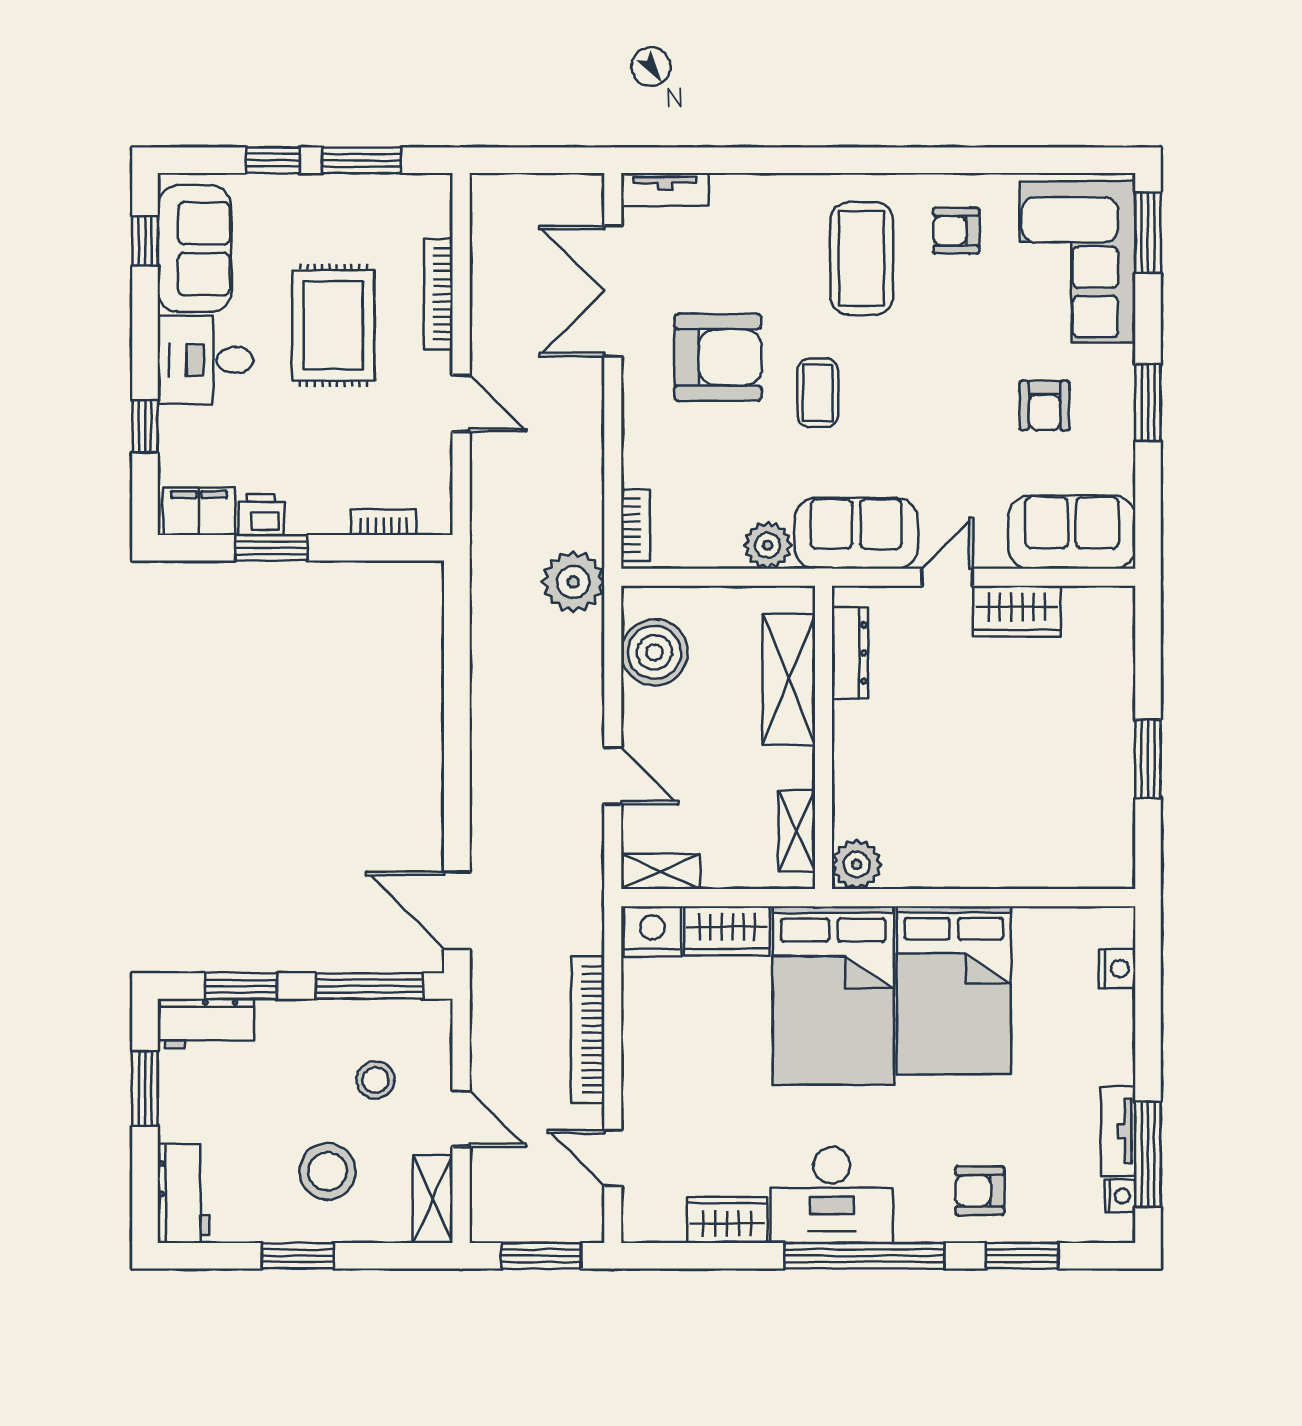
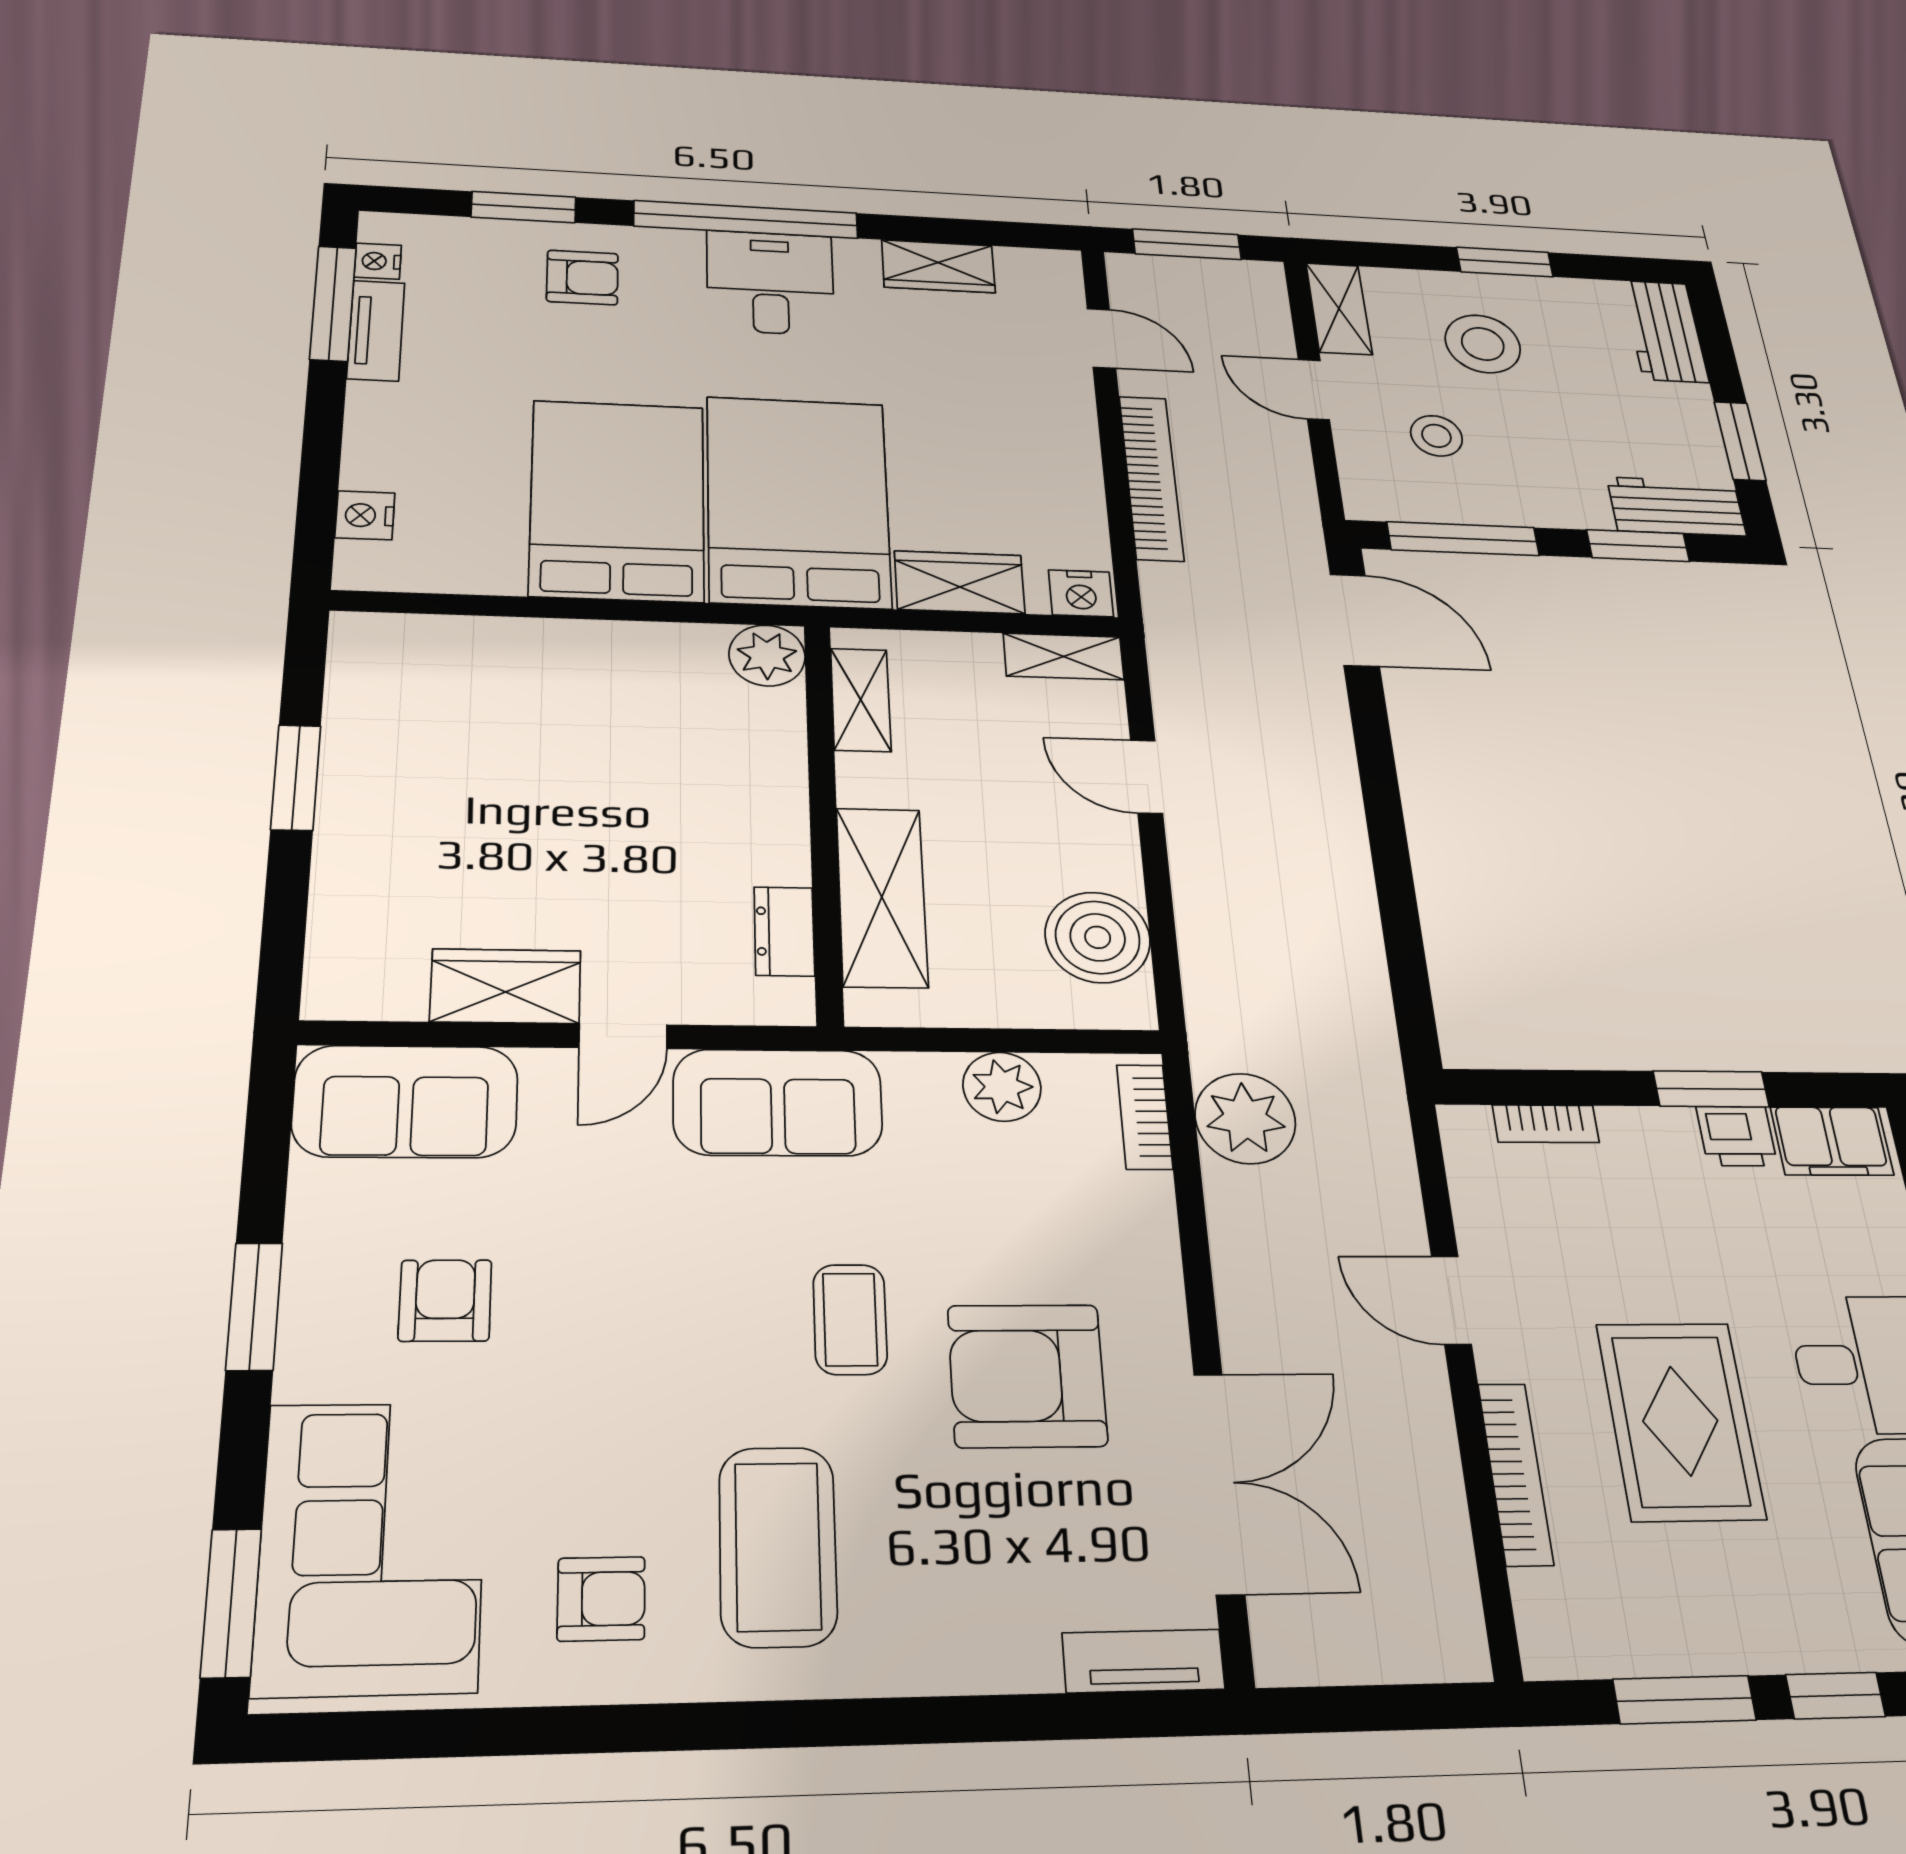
plant: (768, 545) -> (1002, 1087), moved
plant: (573, 582) -> (1245, 1119), moved
dresser: (850, 653) -> (784, 931), width x0.70
nightstand: (652, 931) -> (1081, 593), width x0.74, depth x0.75
desk: (832, 1195) -> (770, 283), width x0.73

